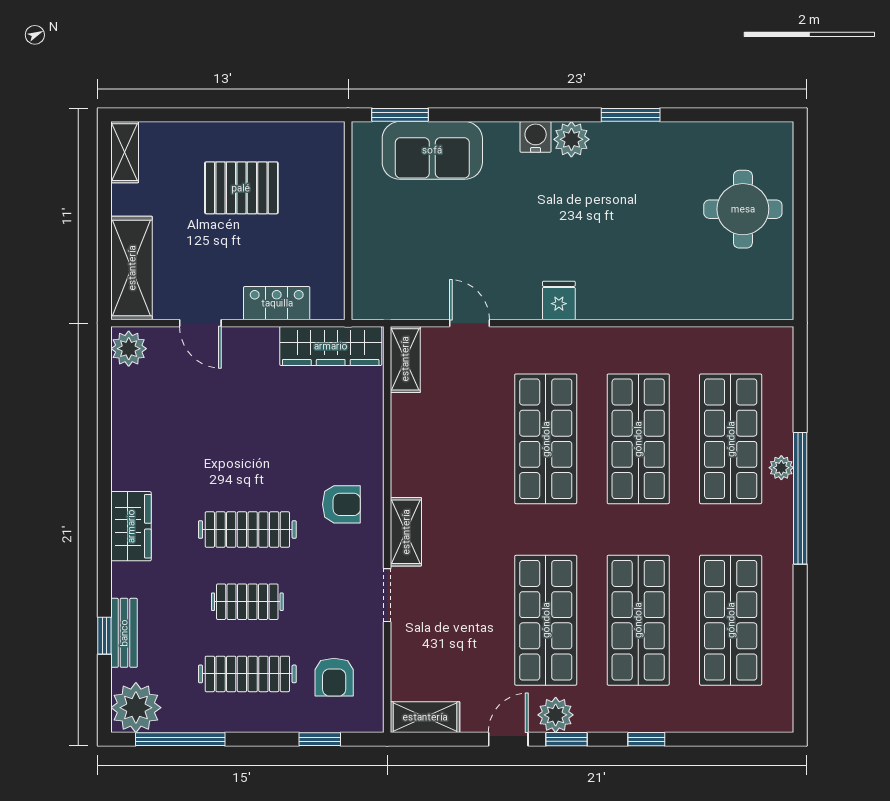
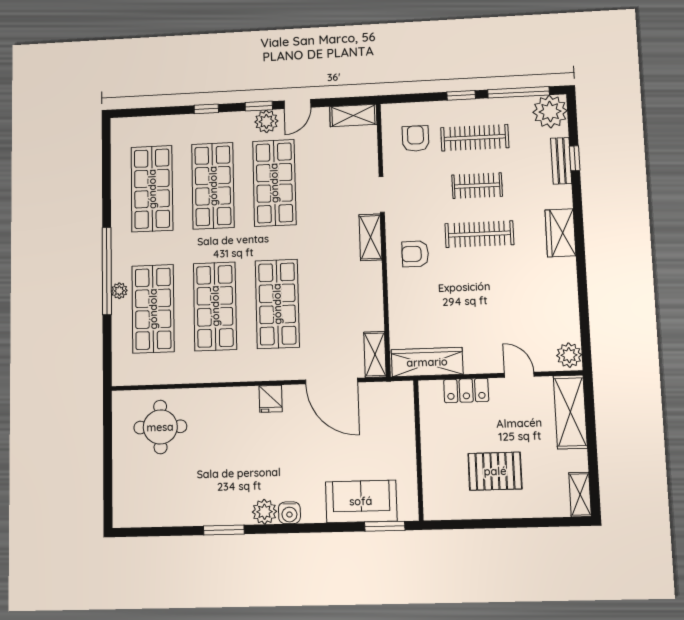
round table: (743, 209) -> (160, 427), moved
door: (470, 323) -> (332, 381), width x1.87
window: (320, 739) -> (461, 95), moved

